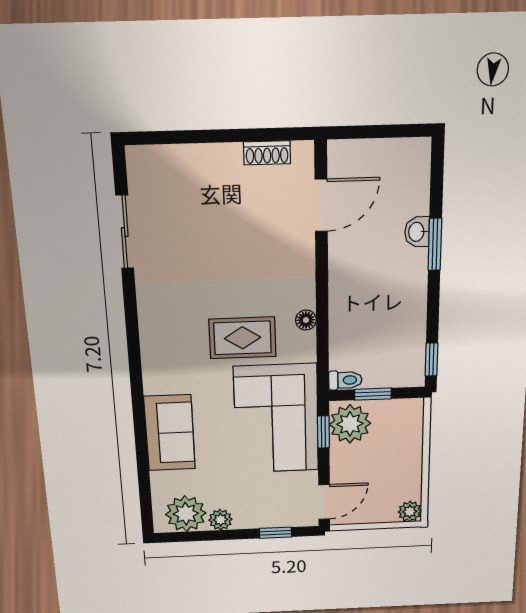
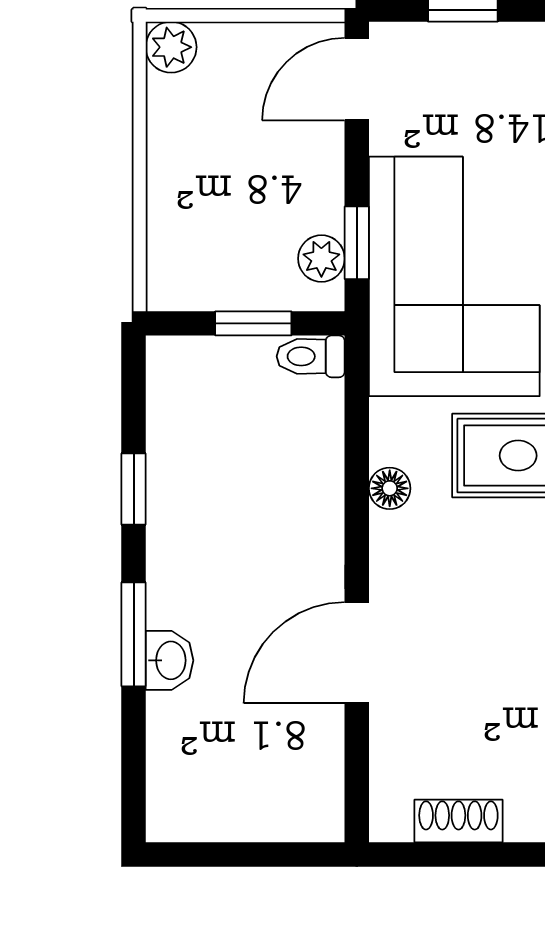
door: (321, 205) -> (357, 653), moved
window: (431, 360) -> (134, 489), moved
plant: (350, 424) -> (321, 259), width x0.53, depth x0.53

